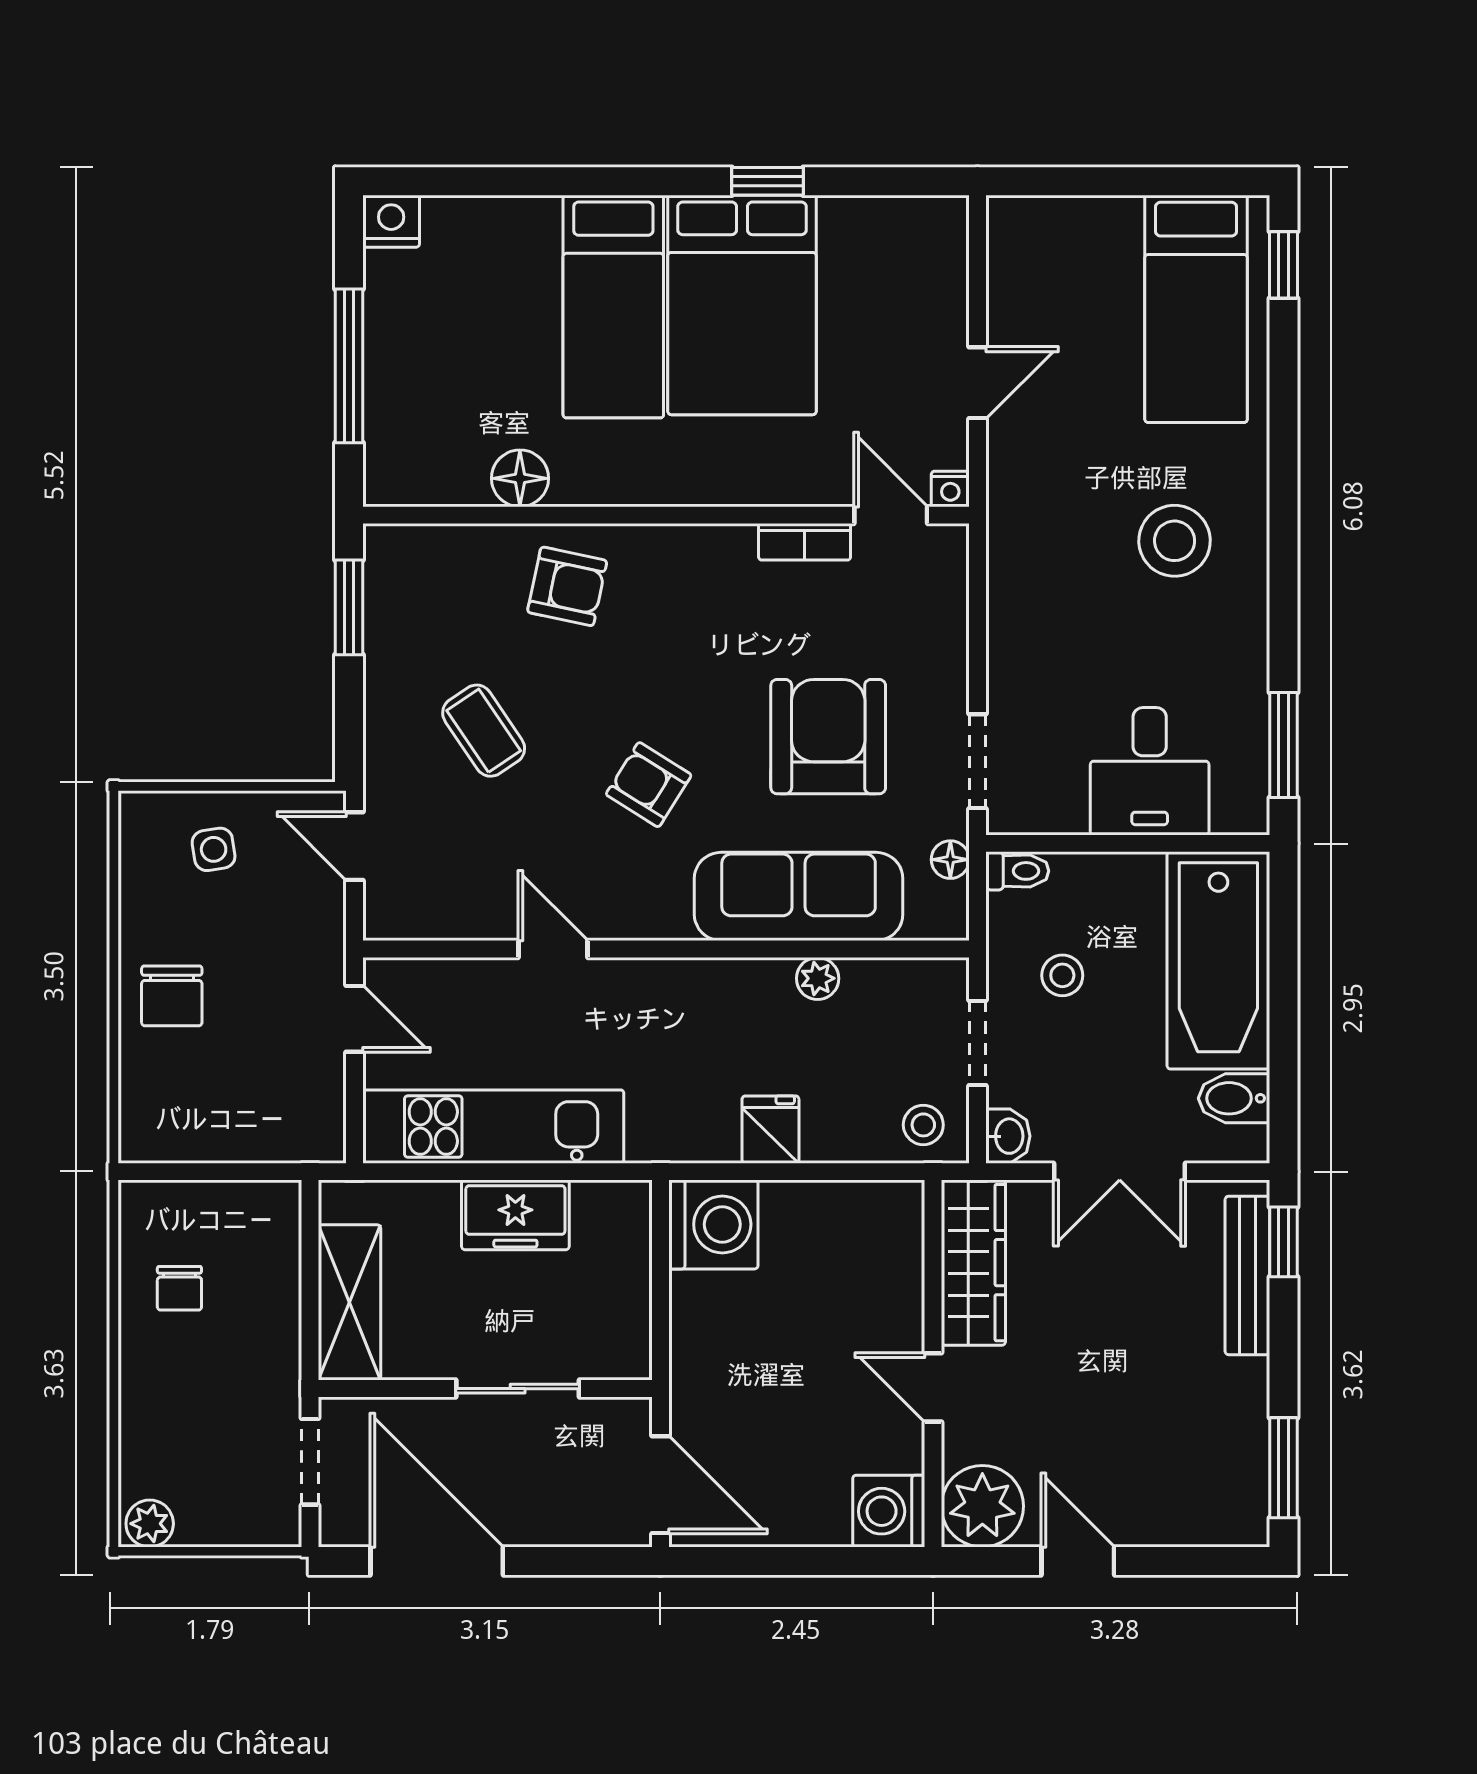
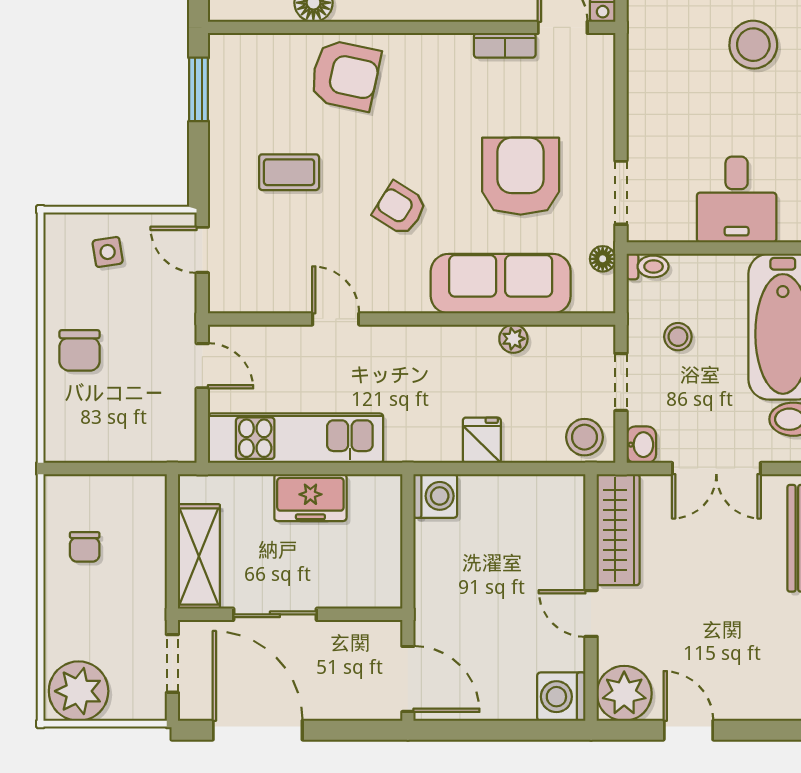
armchair: (567, 586) -> (345, 75), width x1.38, depth x1.38
coffee table: (484, 731) -> (289, 172), turned -56
stool: (923, 1125) -> (585, 437), width x1.37, depth x1.37
washing machine: (713, 1224) -> (435, 496), width x0.73, depth x0.73
sliding door: (518, 1389) -> (275, 614), moved
plant: (150, 1524) -> (79, 691), width x1.87, depth x1.87

